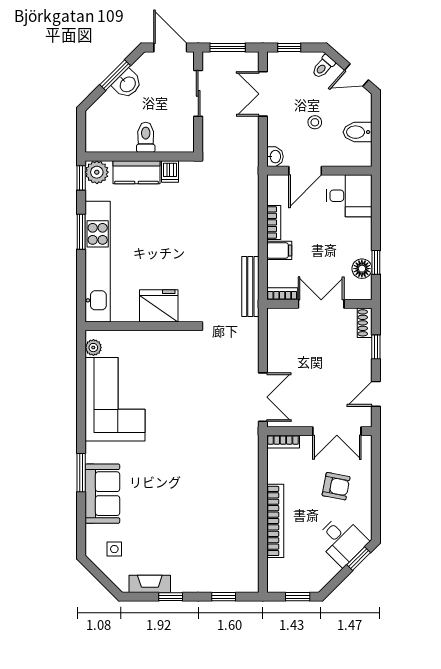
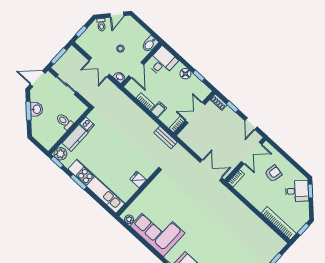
double door: (263, 94) -> (99, 67), moved
bidet: (358, 132) -> (150, 44), moved
floor lamp: (362, 269) -> (185, 74), moved
bench: (250, 287) -> (165, 137), width x0.73
fridge: (159, 306) -> (138, 180), width x0.53, depth x0.75
bookcase: (275, 521) -> (279, 223), moved

